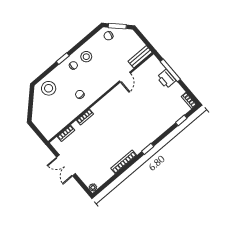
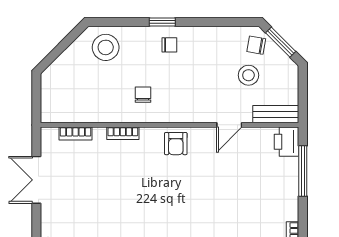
stool: (86, 57) -> (248, 75), moved
printer: (166, 79) -> (287, 142), moved
armchair: (110, 103) -> (176, 144), added

